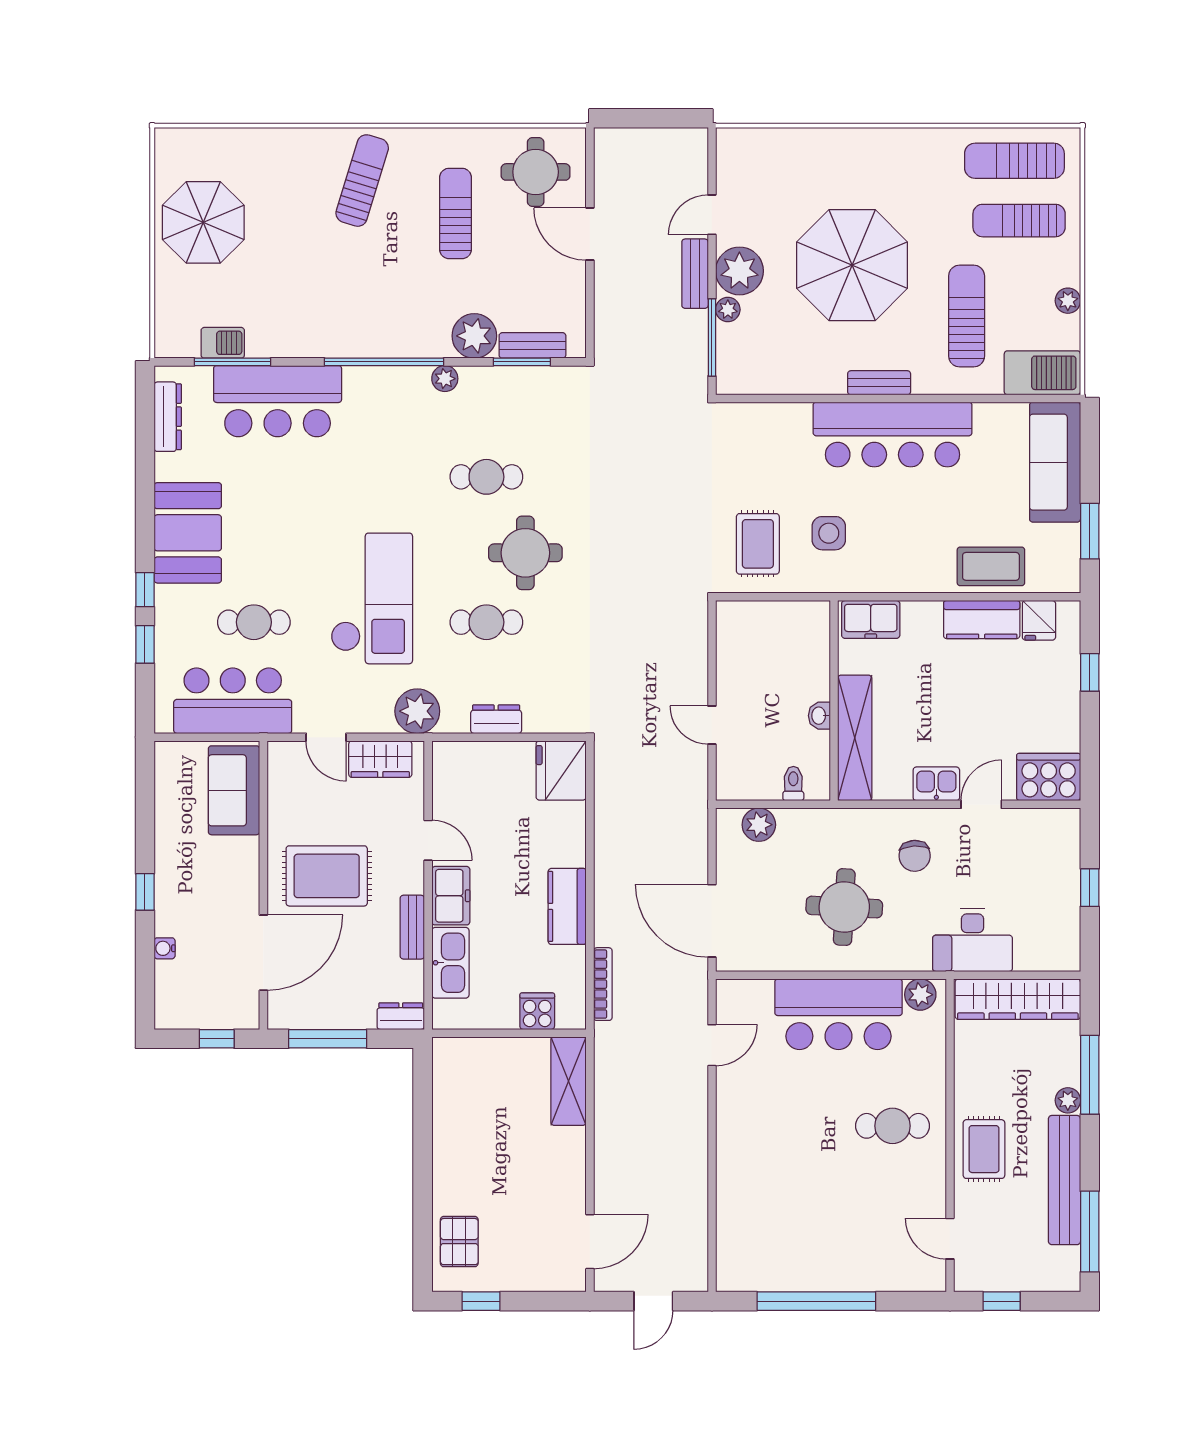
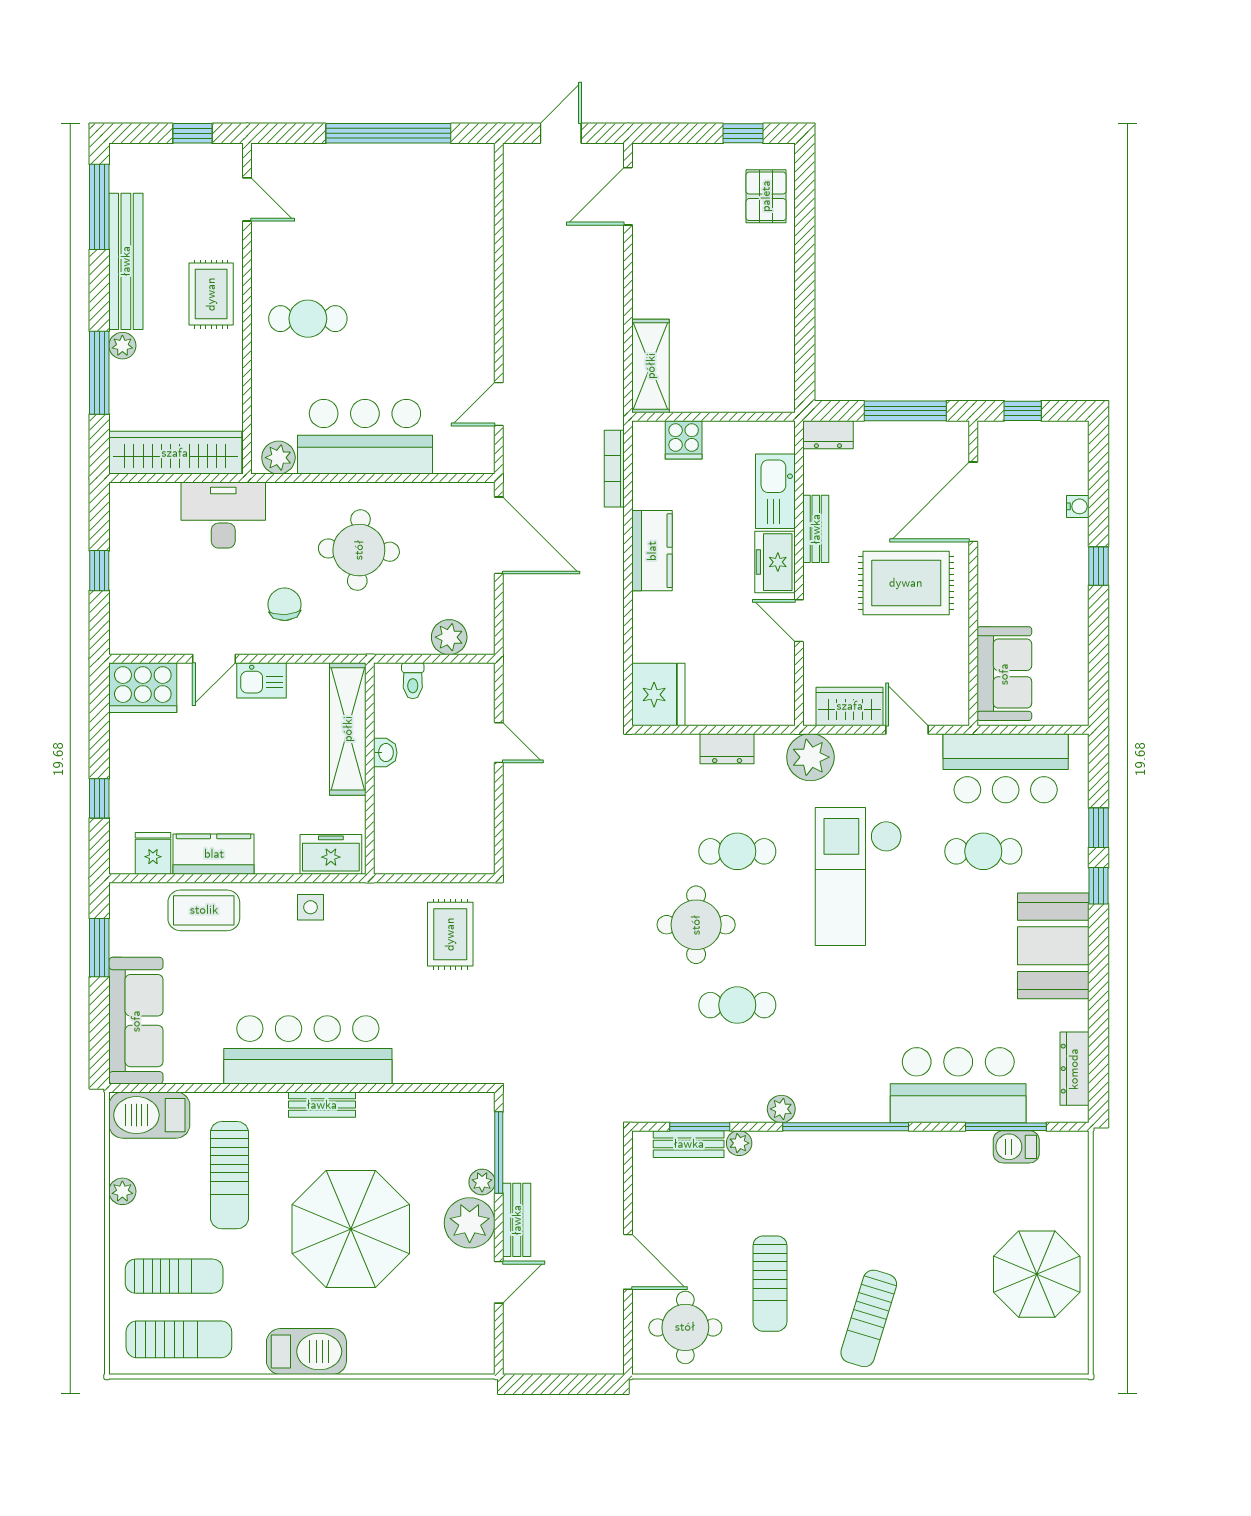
barbecue: (894, 149) -> (306, 1351), added
plant: (474, 336) -> (739, 1143), width x0.53, depth x0.53
side table: (829, 533) -> (311, 907), moved, width x0.73, depth x0.73

